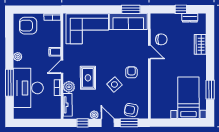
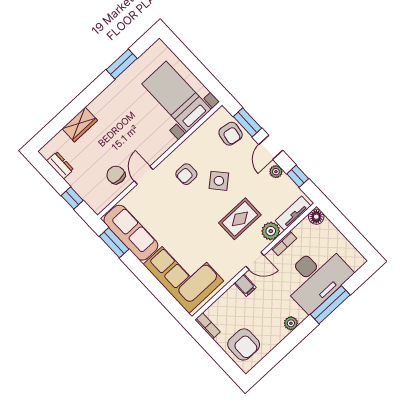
window: (181, 9) -> (72, 198), moved
bed with nightstands: (188, 98) -> (176, 97), moved, turned 90
floor lamp: (56, 114) -> (316, 217), added

